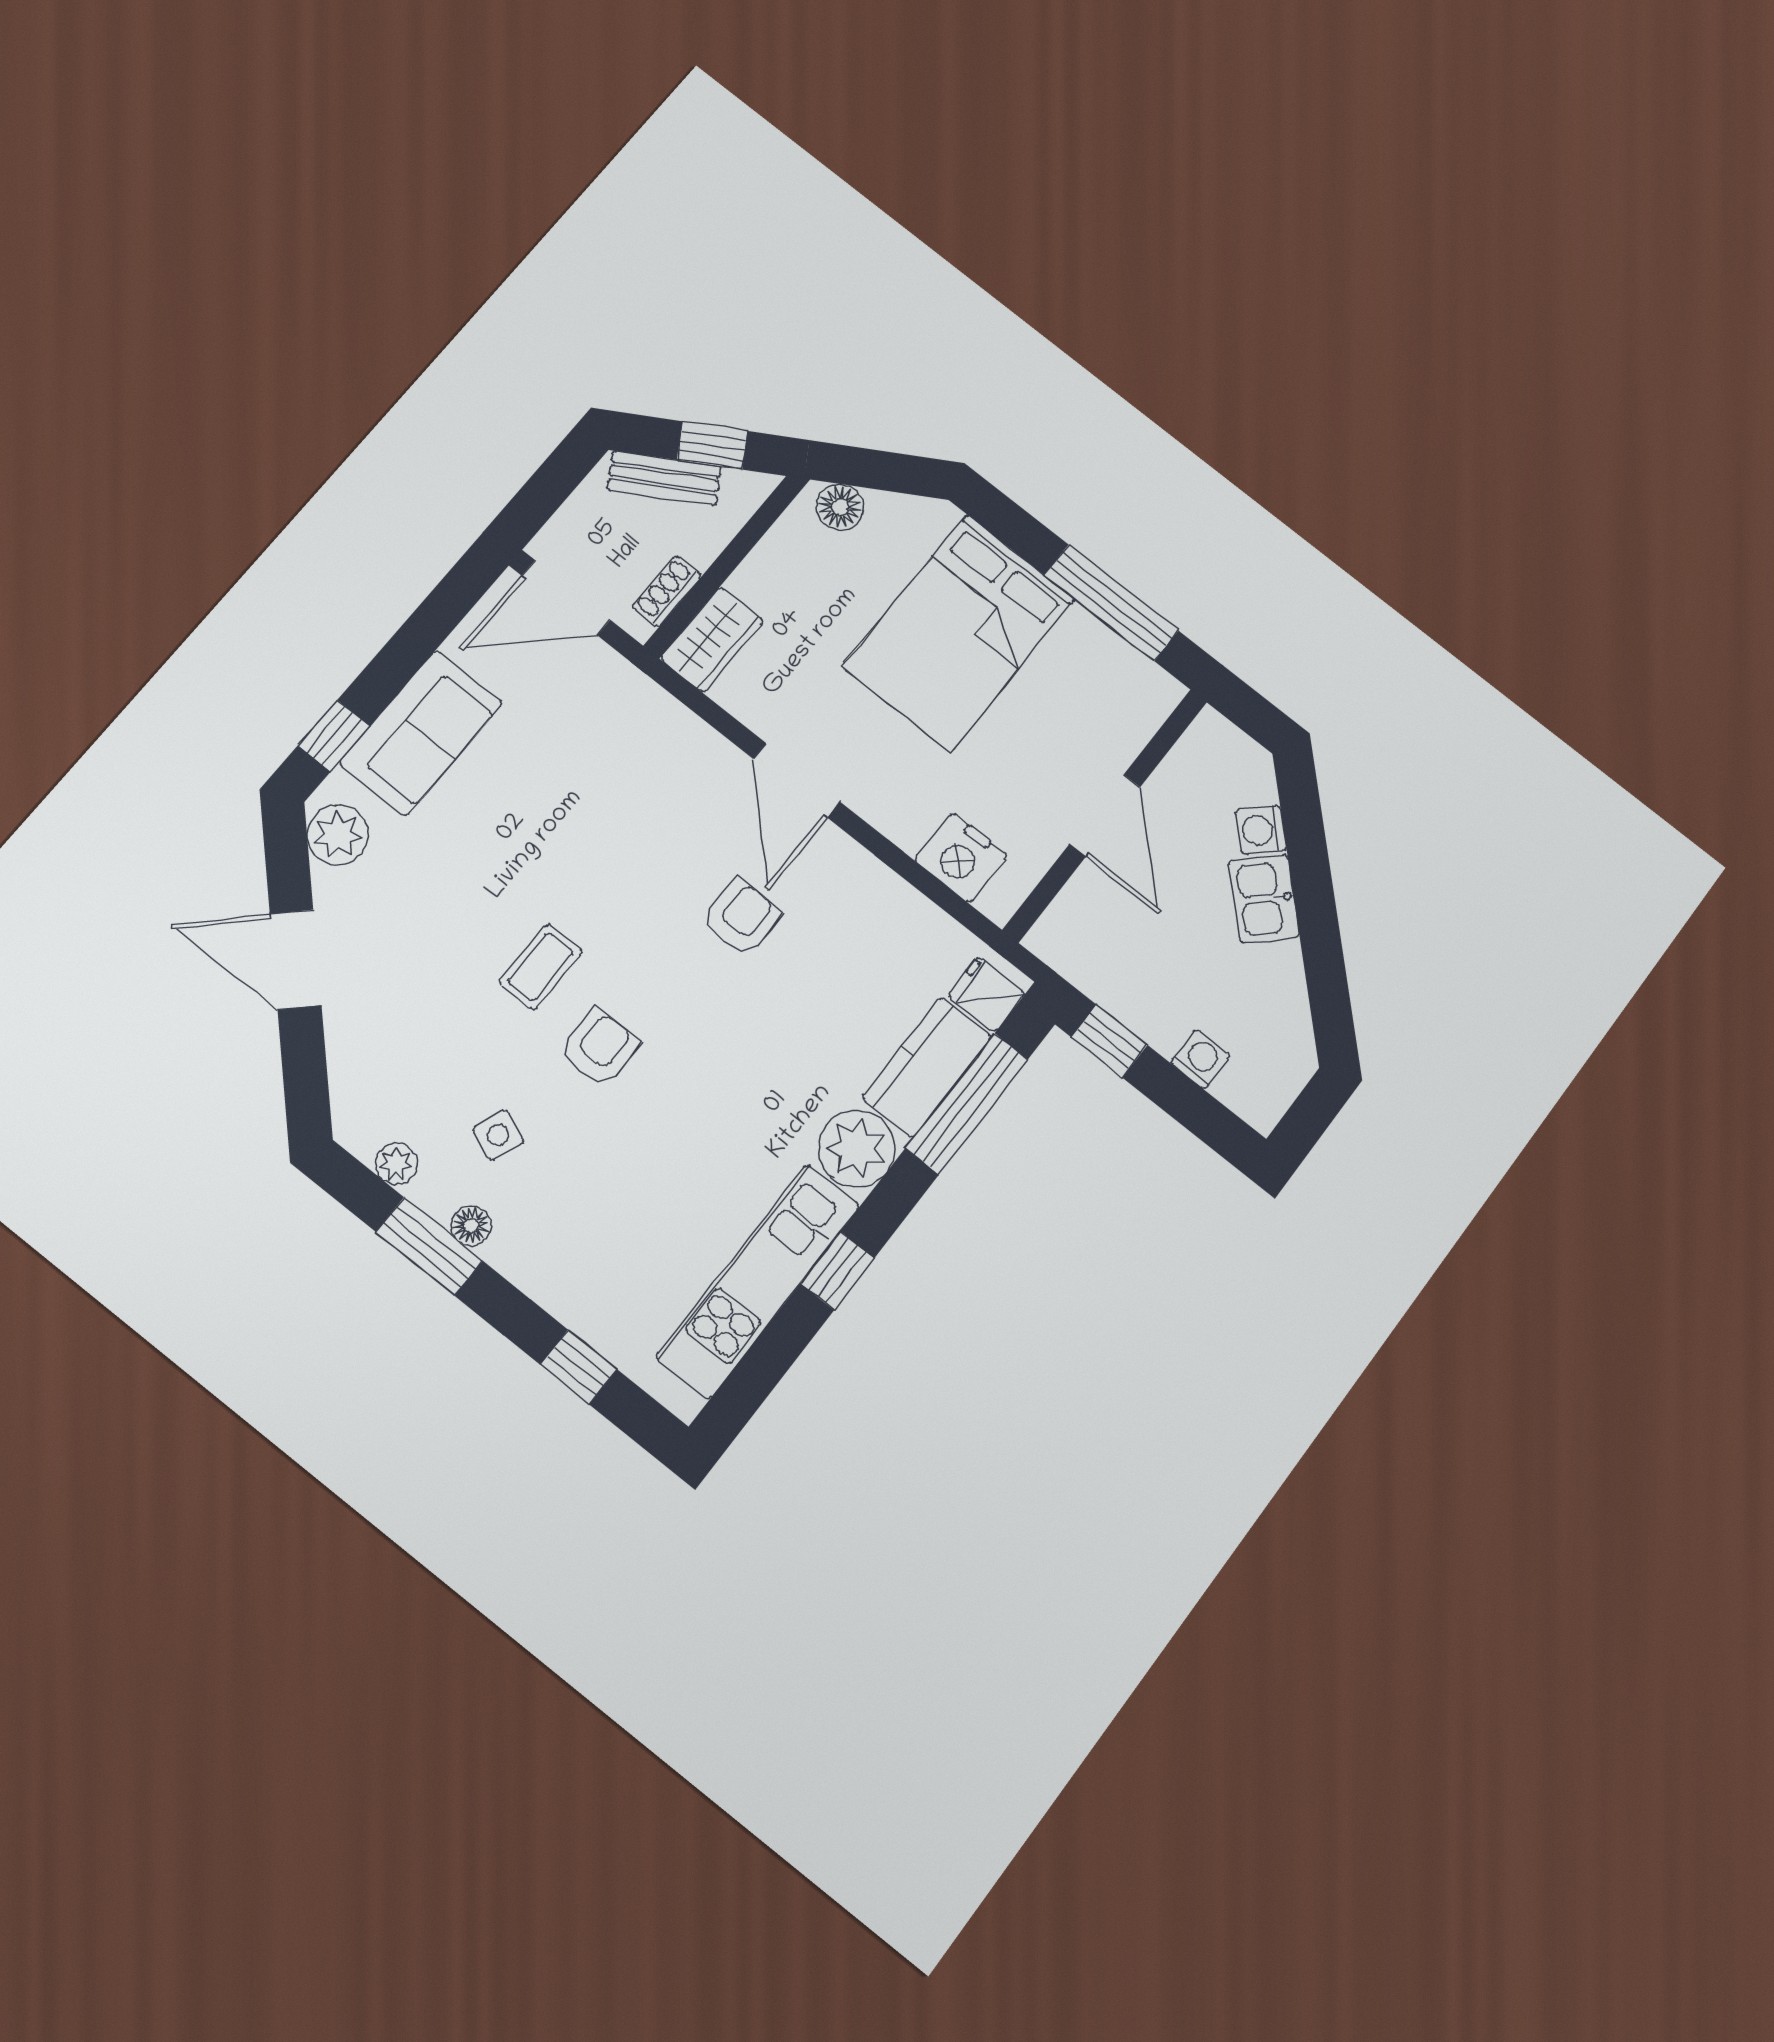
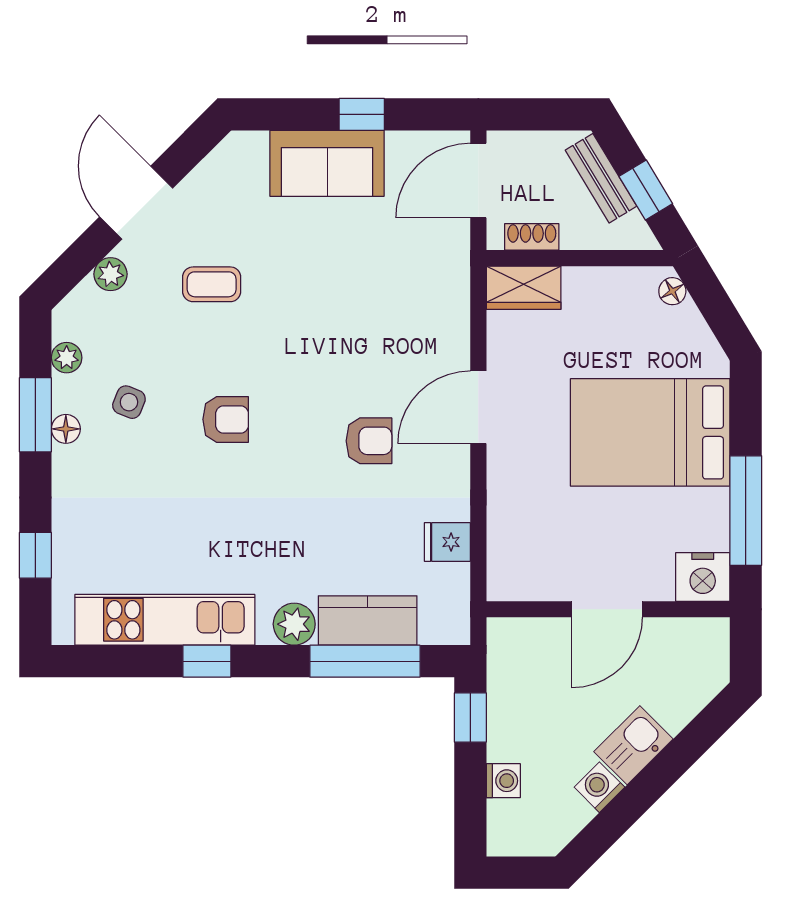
floor lamp: (840, 507) -> (672, 291), width x0.73, depth x0.73
door: (566, 598) -> (478, 181), hinge flipped
window: (334, 736) -> (362, 114), moved
washing machine: (1261, 830) -> (599, 787), moved
plant: (338, 835) -> (111, 274), moved, width x0.73, depth x0.73
nightstand: (961, 858) -> (703, 577), moved, turned -90
coffee table: (540, 967) -> (212, 284), moved
fridge: (986, 995) -> (447, 542), moved, turned -90
plant: (856, 1149) -> (294, 624), width x0.73, depth x0.73

